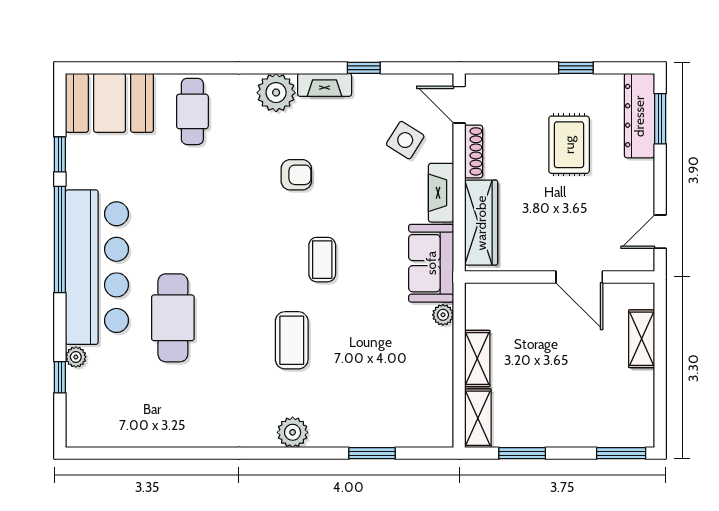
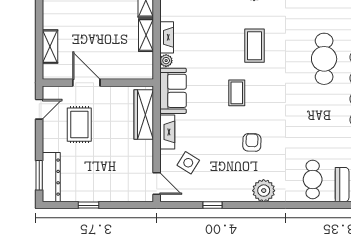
fireplace: (325, 85) -> (167, 37), moved, turned 90
rug: (569, 145) -> (79, 125), moved
shoe rack: (474, 151) -> (148, 156), removed
armchair: (296, 175) -> (252, 142), turned 92

